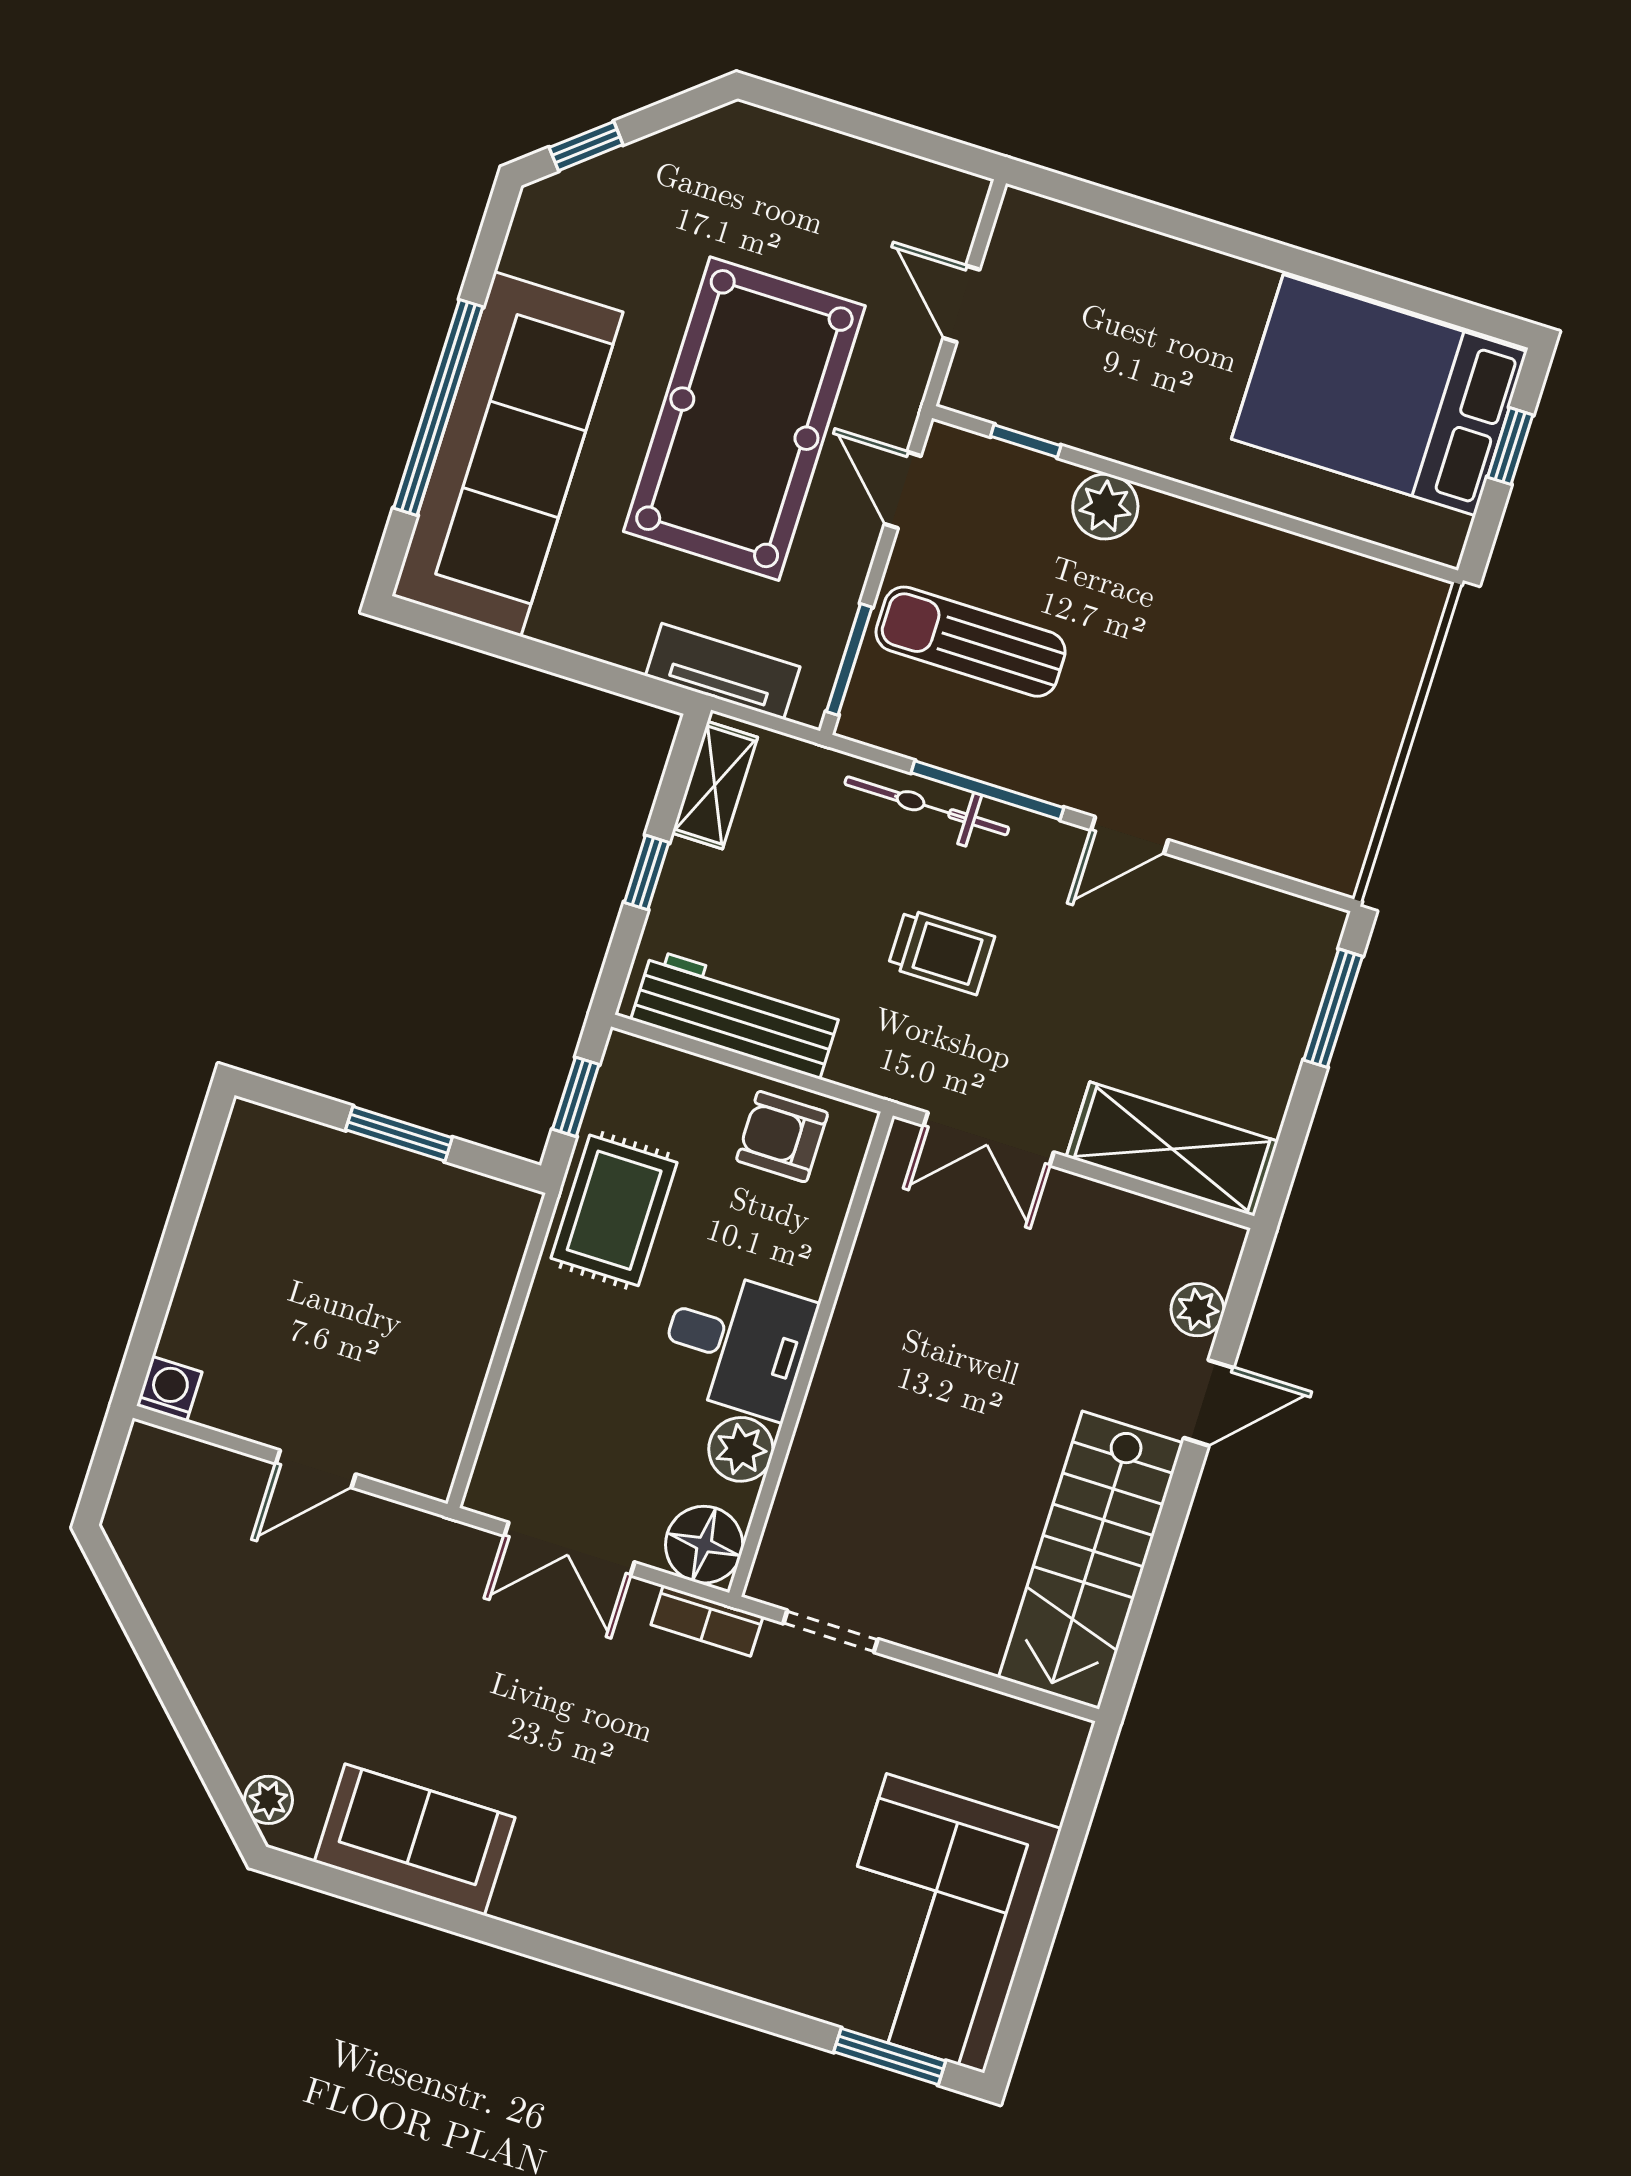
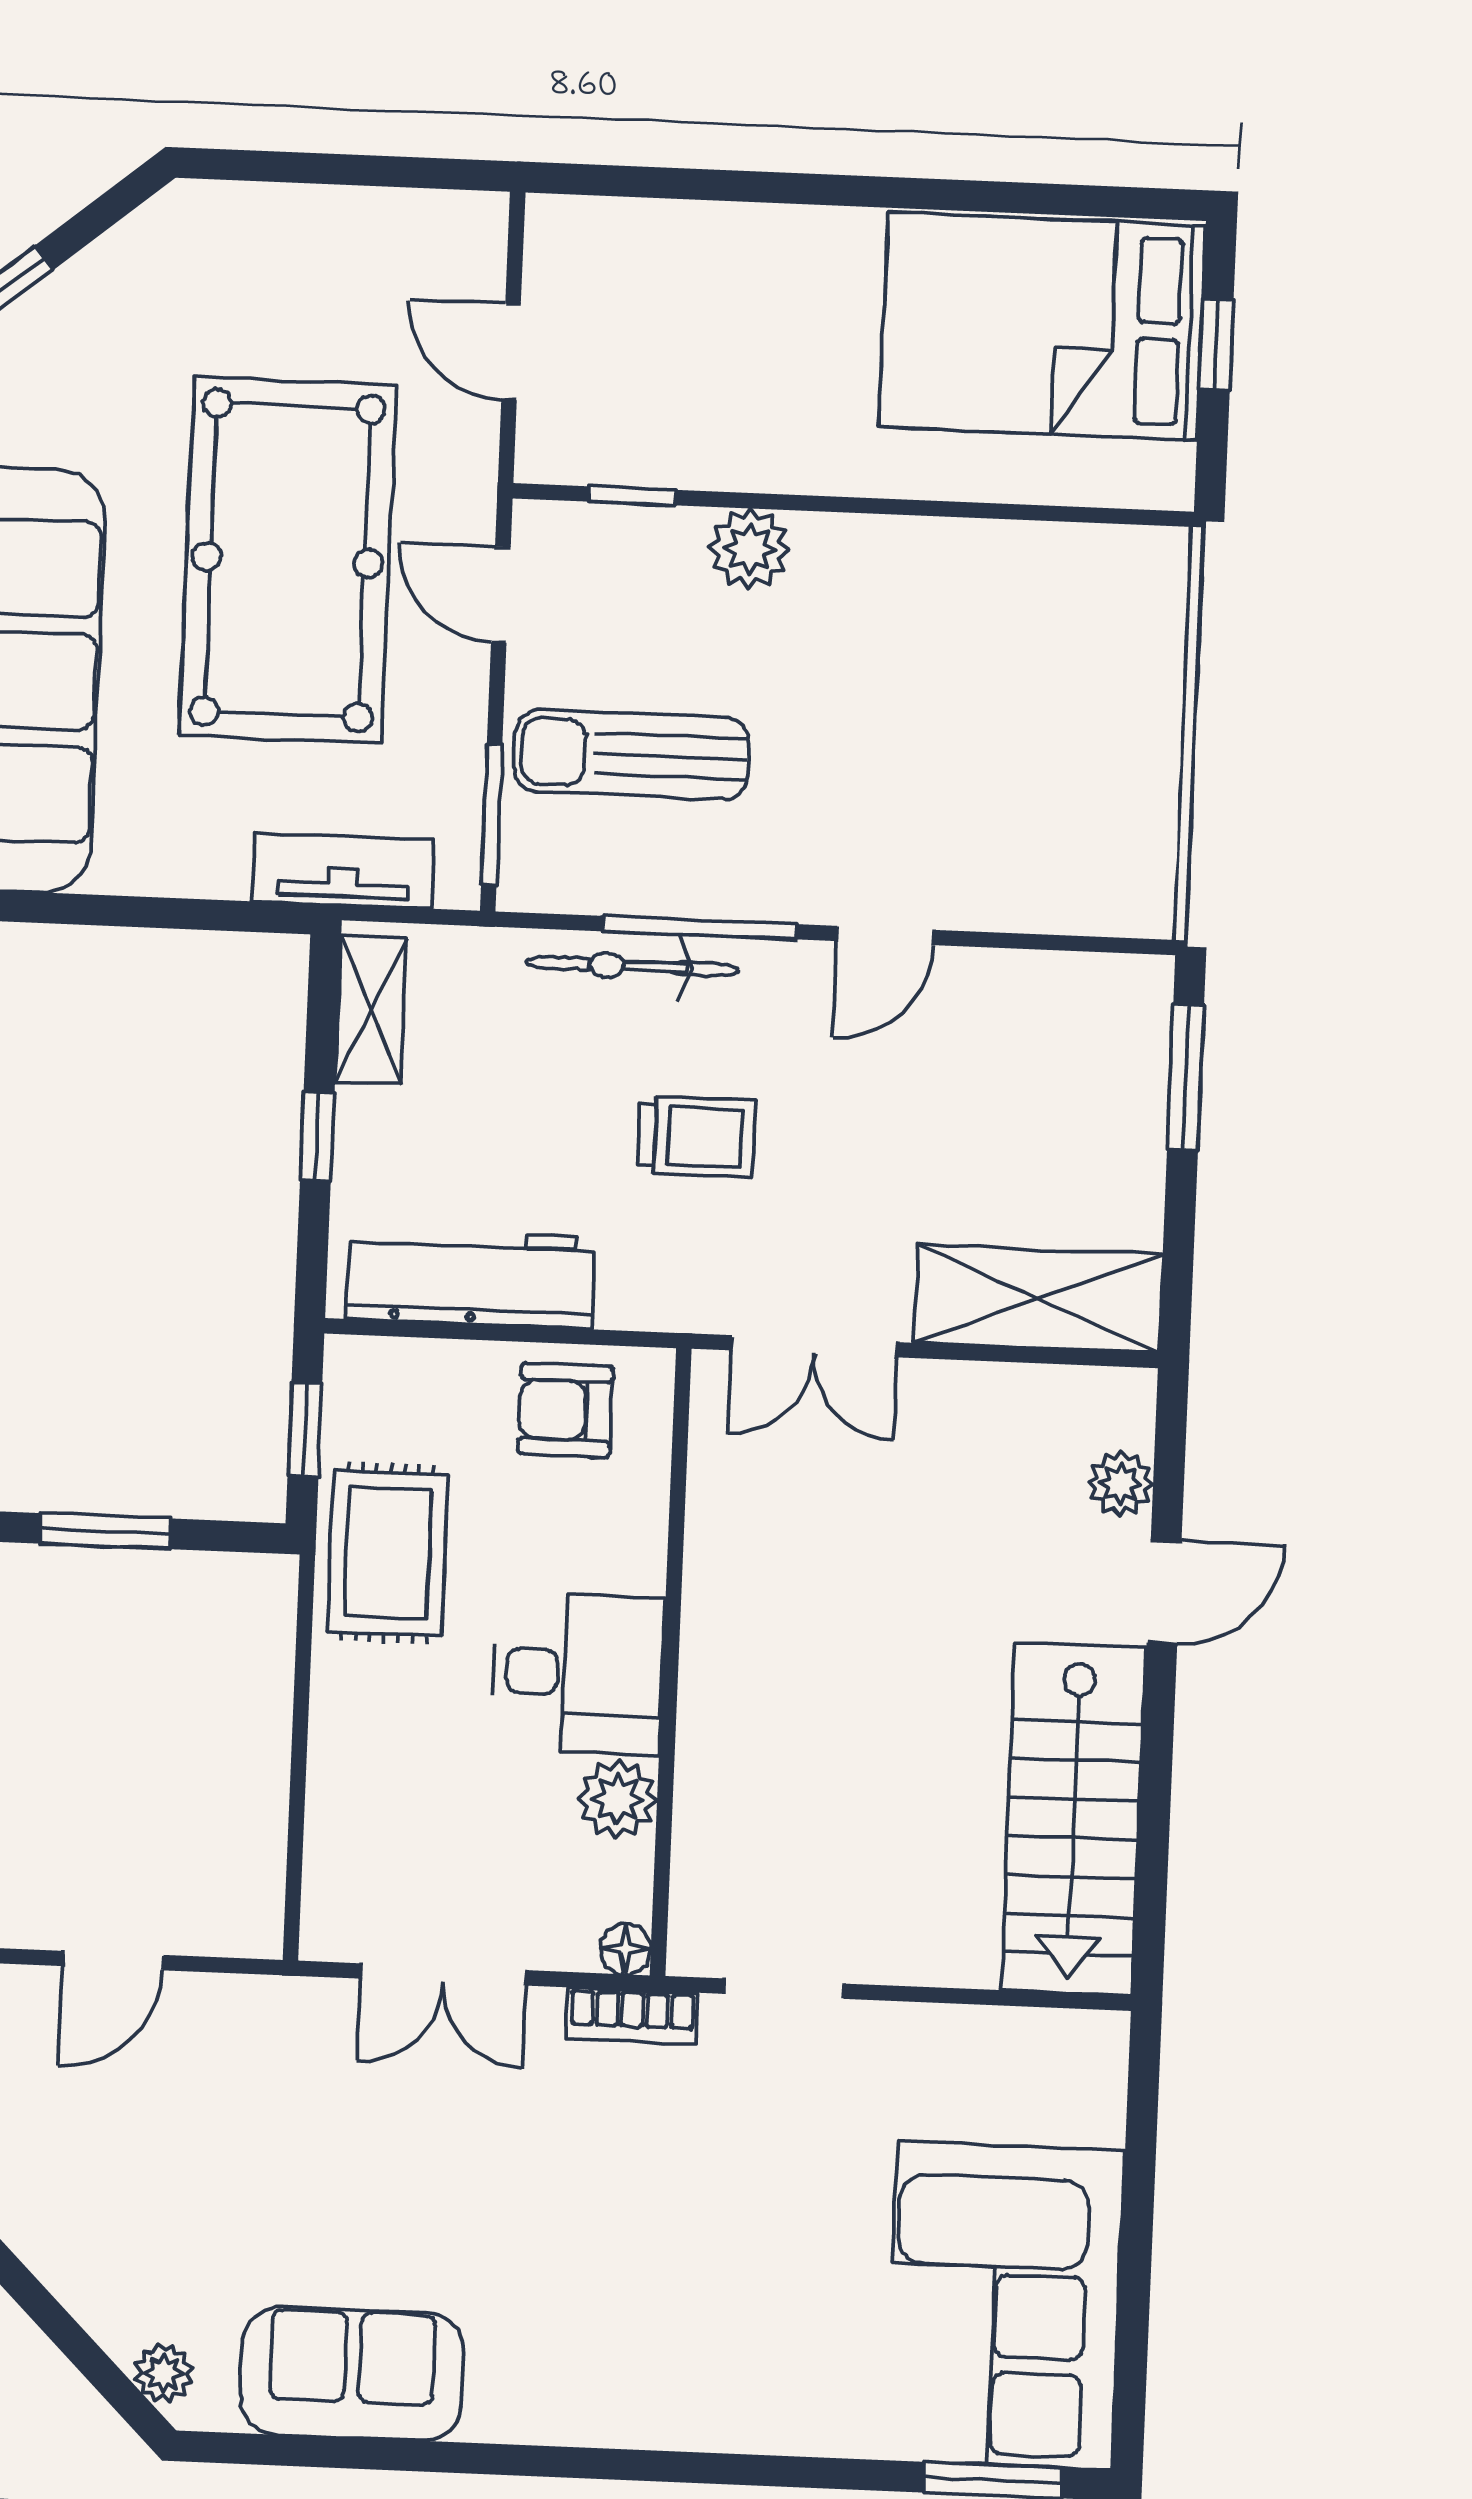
floor lamp: (704, 1545) -> (626, 1949), width x0.53, depth x0.53

